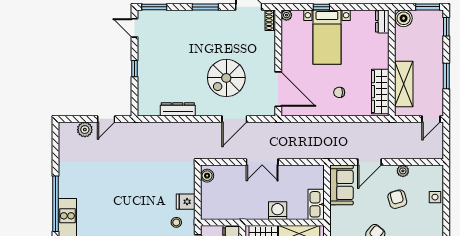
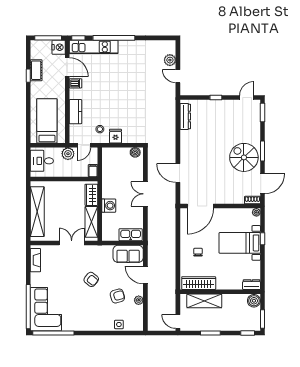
spiral stairs: (226, 78) -> (244, 157), moved
dresser: (178, 109) -> (185, 116), moved
kitchen sink: (316, 204) -> (131, 235), moved

